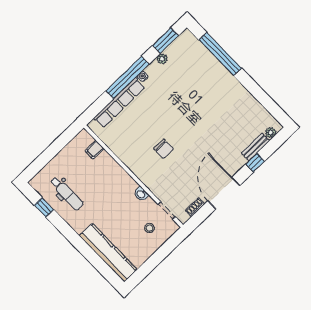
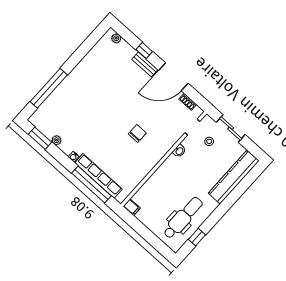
window: (127, 78) -> (91, 184), moved
bench: (255, 147) -> (145, 64), moved
filing cabinet: (94, 150) -> (132, 207), moved
dental chair: (67, 193) -> (183, 218), width x1.36, depth x1.38
sliding door: (162, 253) -> (231, 128), added

